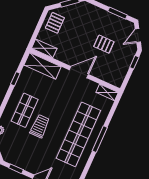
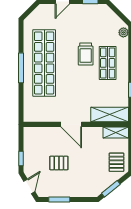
door: (79, 72) -> (71, 124), hinge flipped
shelving: (107, 92) -> (34, 117), removed

